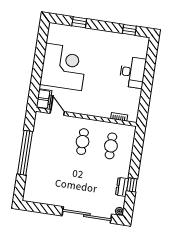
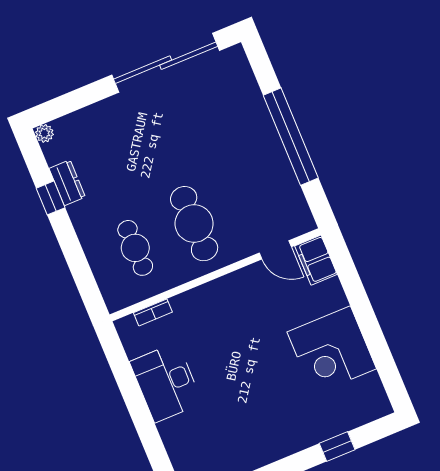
corner desk: (64, 67) -> (332, 350), width x0.74, depth x0.74
desk: (133, 72) -> (166, 382), moved
cafe table: (83, 142) -> (194, 224), width x1.37, depth x1.35
sliding door: (87, 215) -> (166, 63), moved

